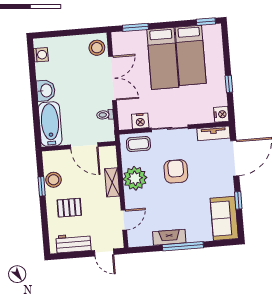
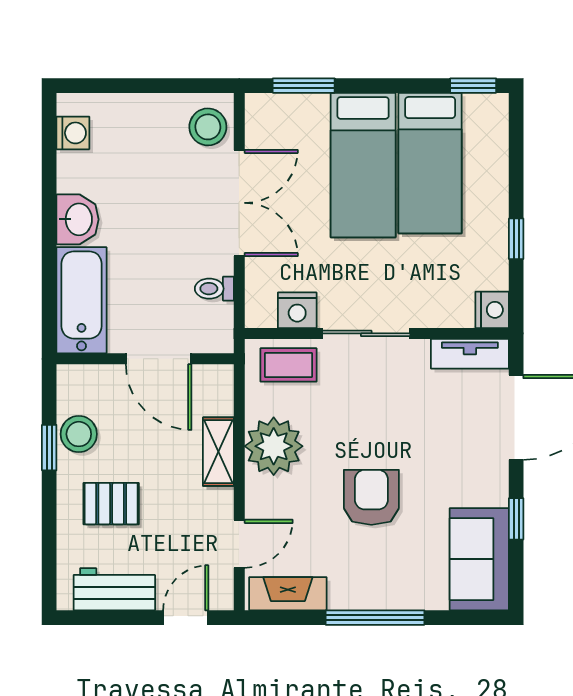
armchair: (176, 171) -> (371, 497), moved
fireplace: (169, 237) -> (288, 594), moved
door: (104, 253) -> (186, 618), swing flipped

